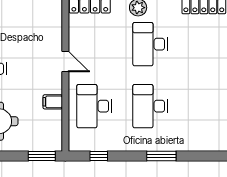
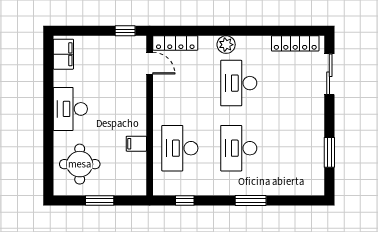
door: (65, 62) -> (150, 63), moved
window: (42, 156) -> (100, 201), moved

